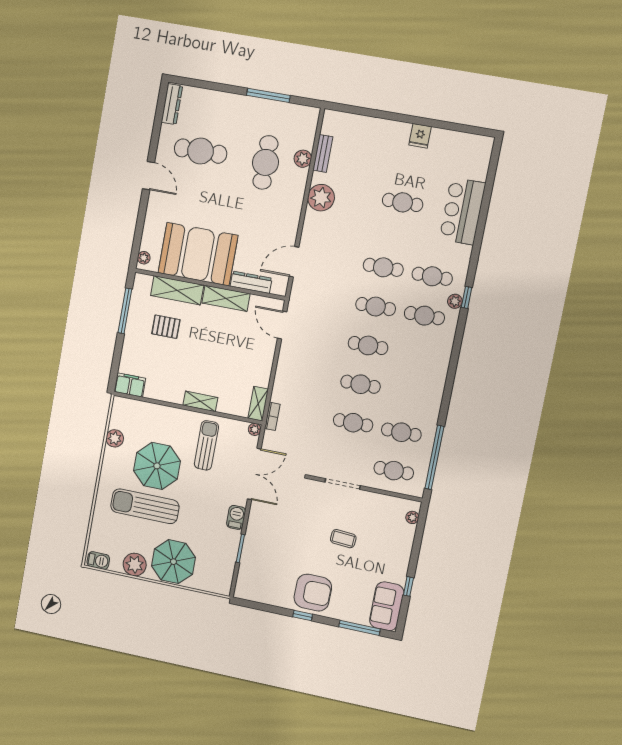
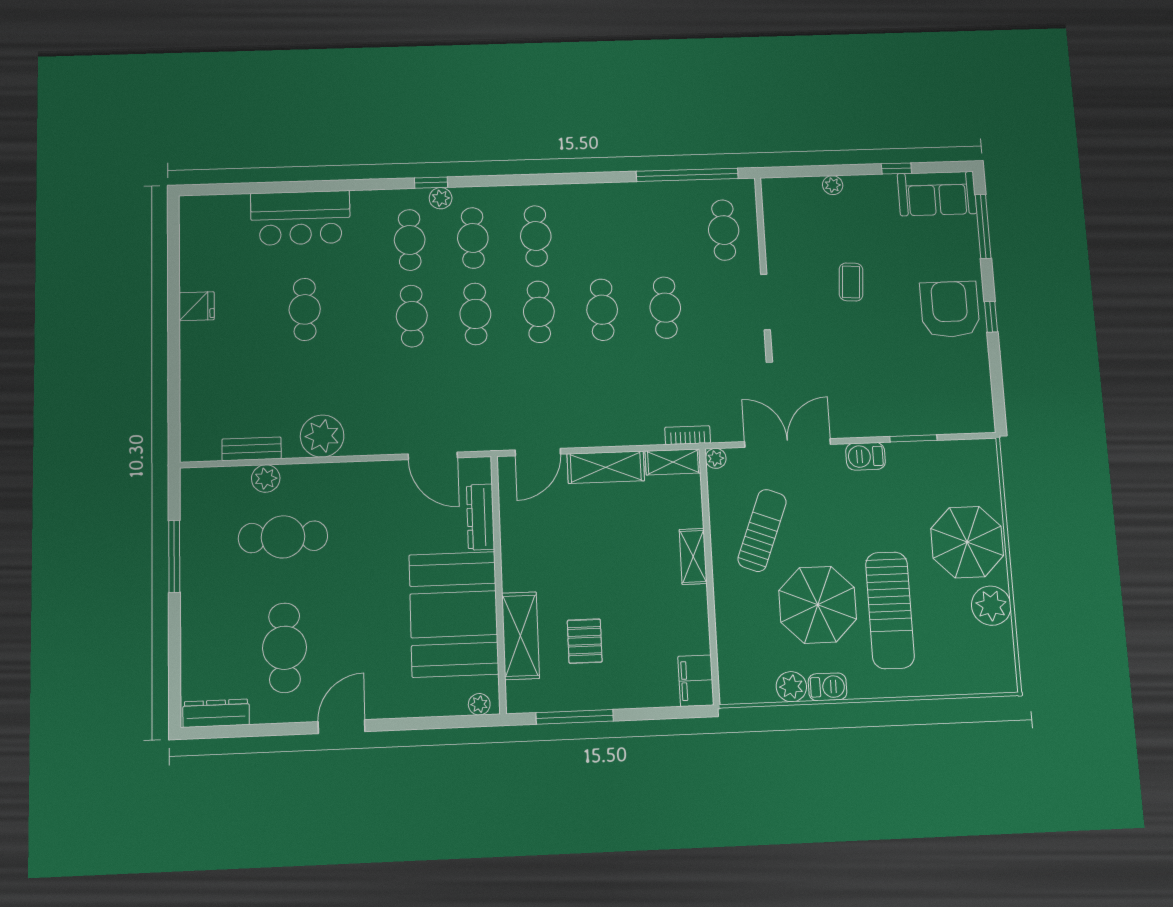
shelving: (226, 298) -> (606, 467), moved, turned 90
cafe table: (401, 432) -> (536, 236), moved
sun lounger: (206, 445) -> (762, 530), turned 111
plant: (412, 517) -> (833, 185), moved
barbecue: (98, 561) -> (827, 687), moved, turned 90

